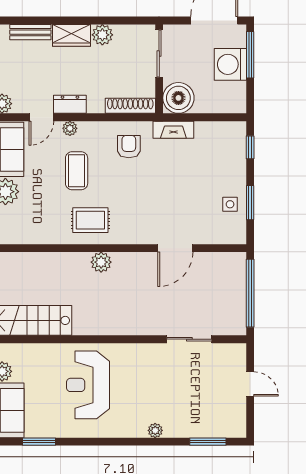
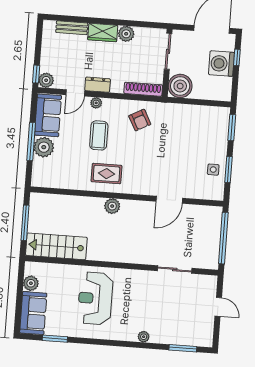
window: (250, 55) -> (237, 57), width x0.46
fireplace: (173, 130) -> (175, 110), removed
armchair: (129, 147) -> (140, 120), turned 152
window: (250, 147) -> (232, 128), width x1.50

